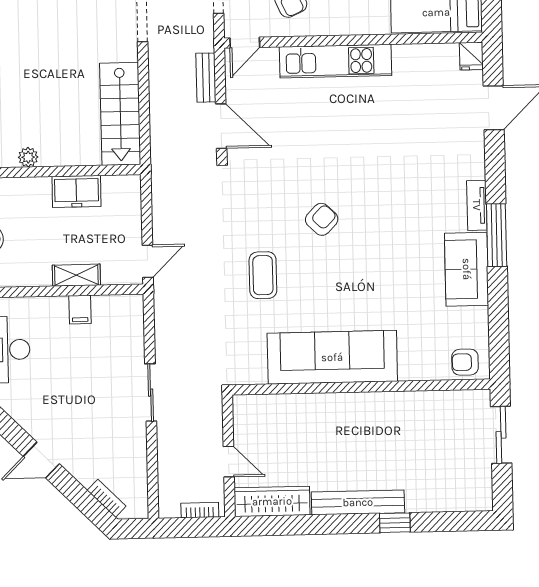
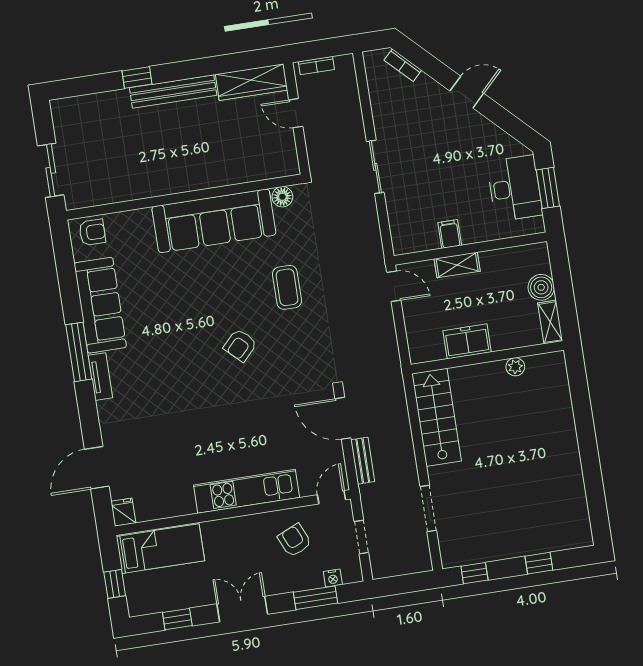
door: (148, 261) -> (394, 286), swing flipped
sofa: (467, 269) -> (100, 305), width x1.36
floor lamp: (255, 373) -> (282, 197), added

